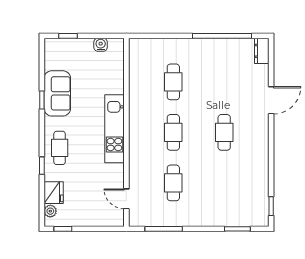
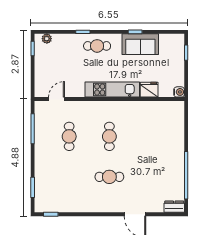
water cooler: (101, 45) -> (179, 92), moved
cafe table: (173, 82) -> (150, 136), removed
cafe table: (173, 132) -> (109, 136), turned 90
cafe table: (173, 183) -> (69, 136), turned 90
fridge: (54, 193) -> (149, 90), moved, turned 180

